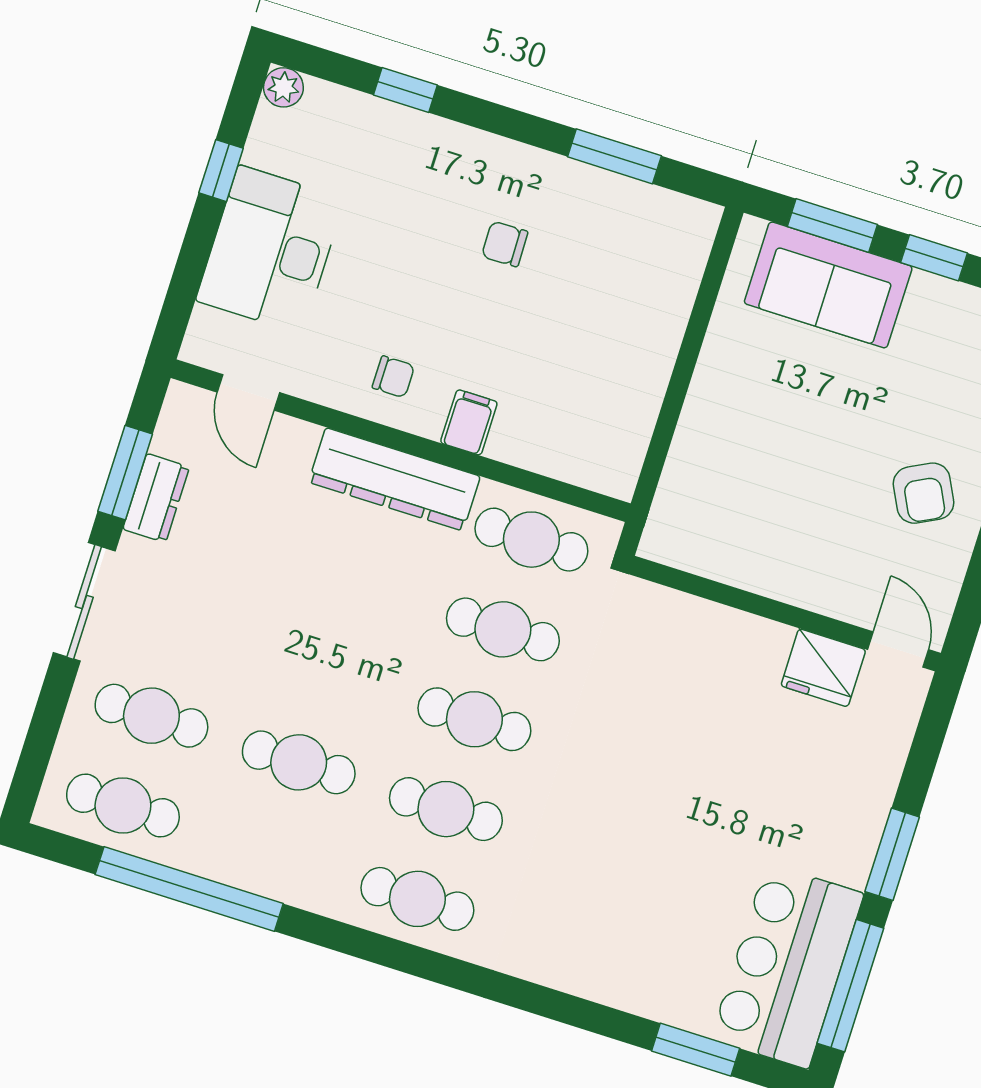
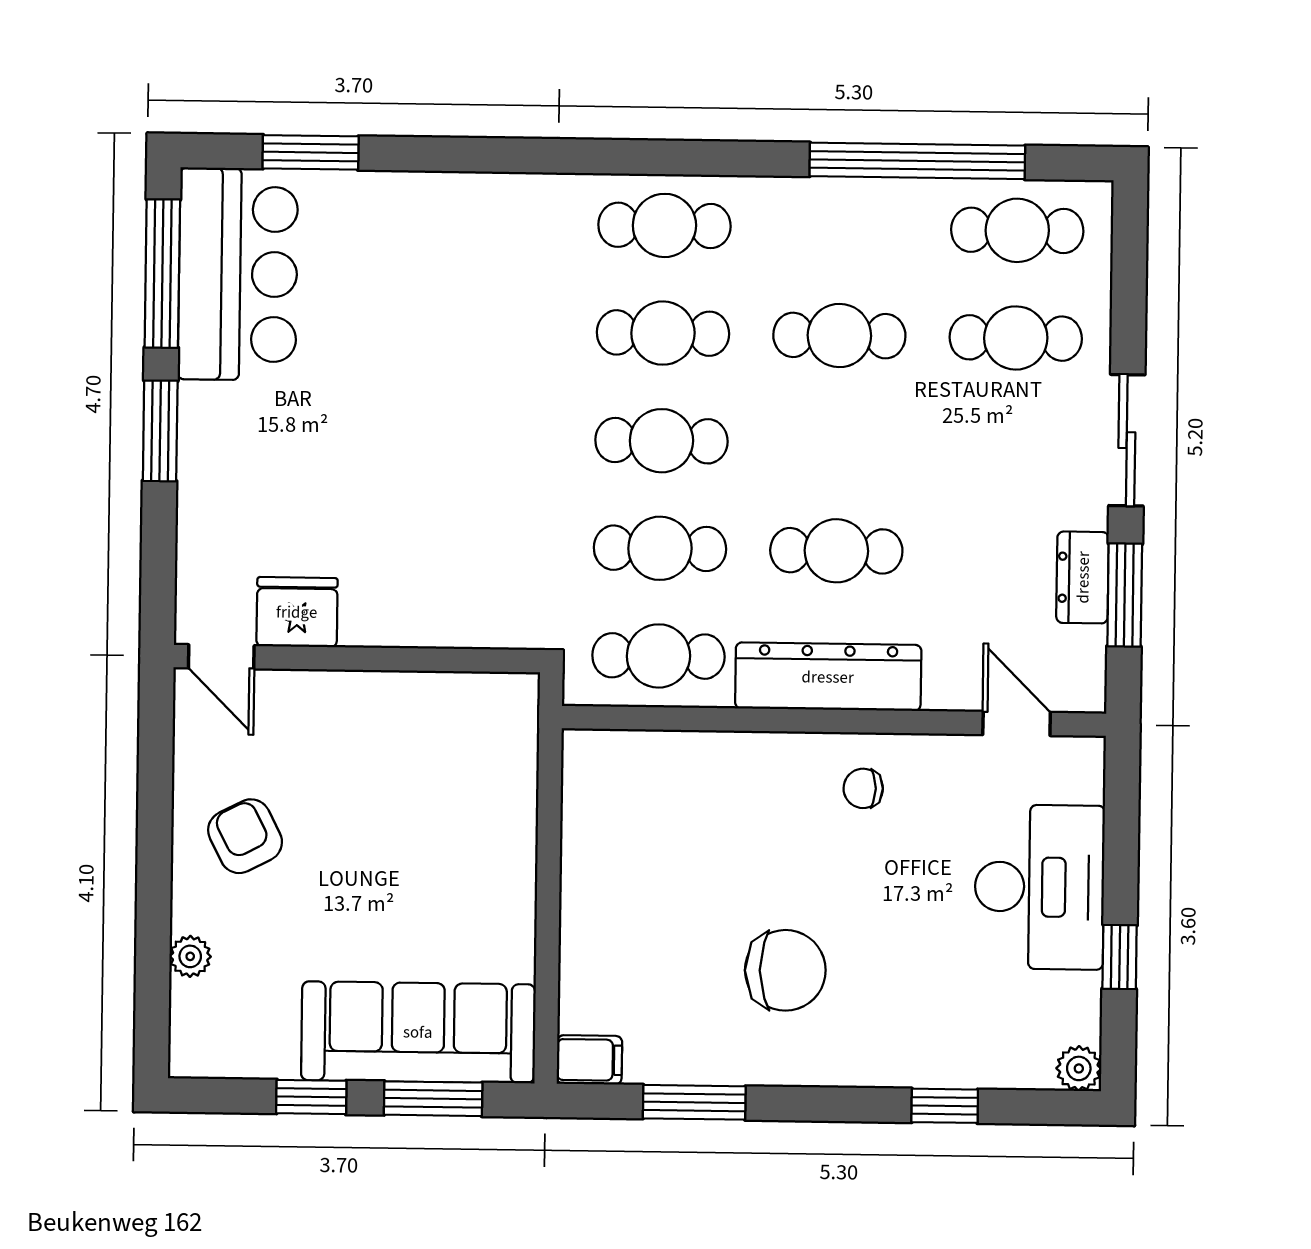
chair: (505, 244) -> (785, 970), width x1.87, depth x1.87
sofa: (828, 285) -> (418, 1032), width x1.36
filing cabinet: (469, 422) -> (589, 1060), moved, turned -90
cafe table: (356, 583) -> (836, 551), added

